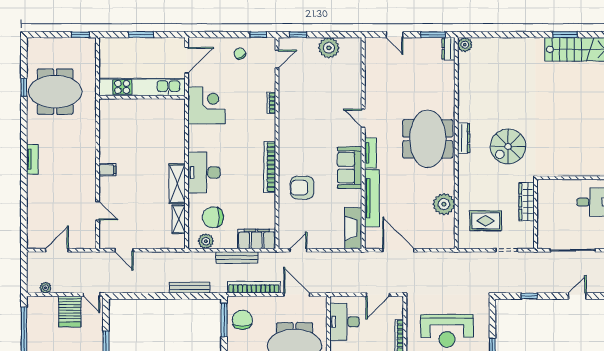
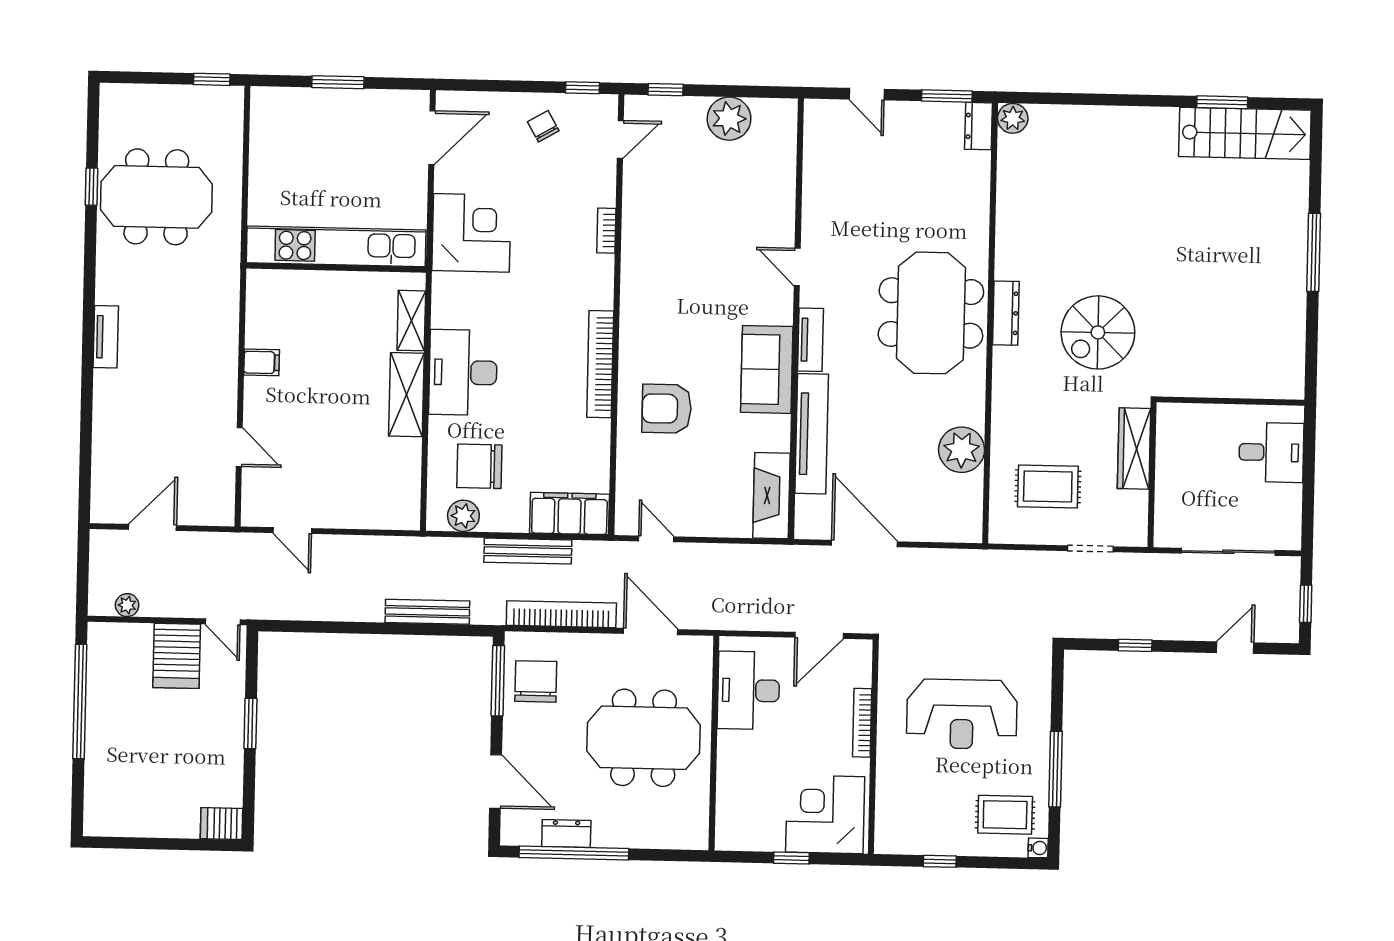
kitchen unit: (142, 87) -> (336, 246), moved
wall: (142, 97) -> (336, 268), moved
shelving: (179, 219) -> (411, 321), moved
door: (298, 250) -> (656, 539), hinge flipped

